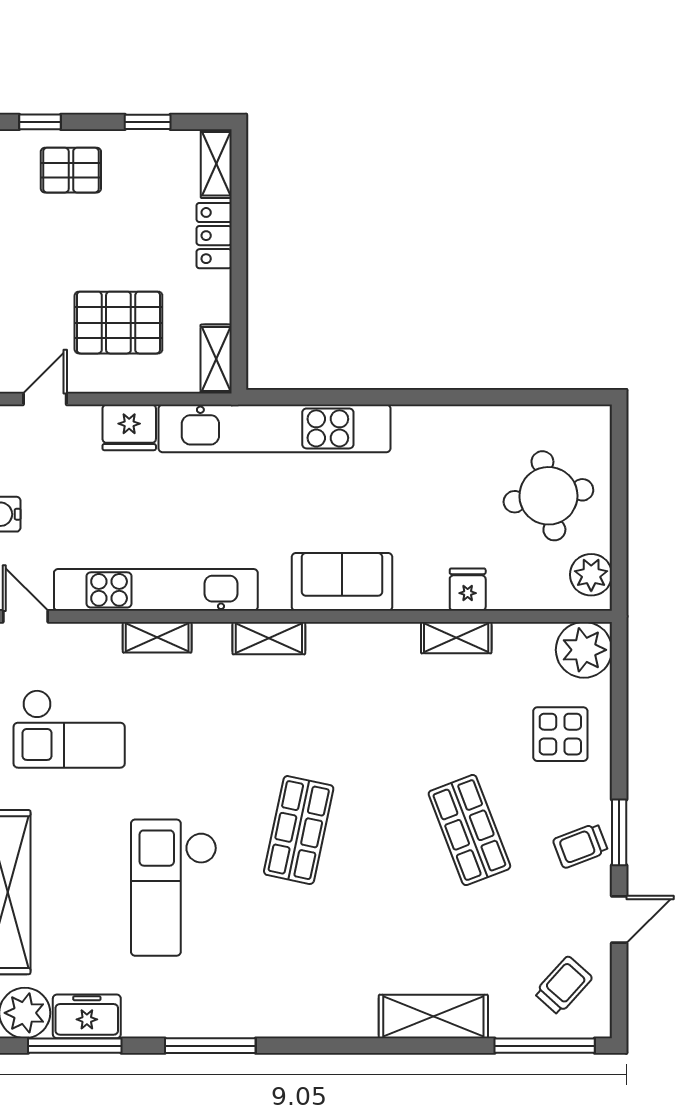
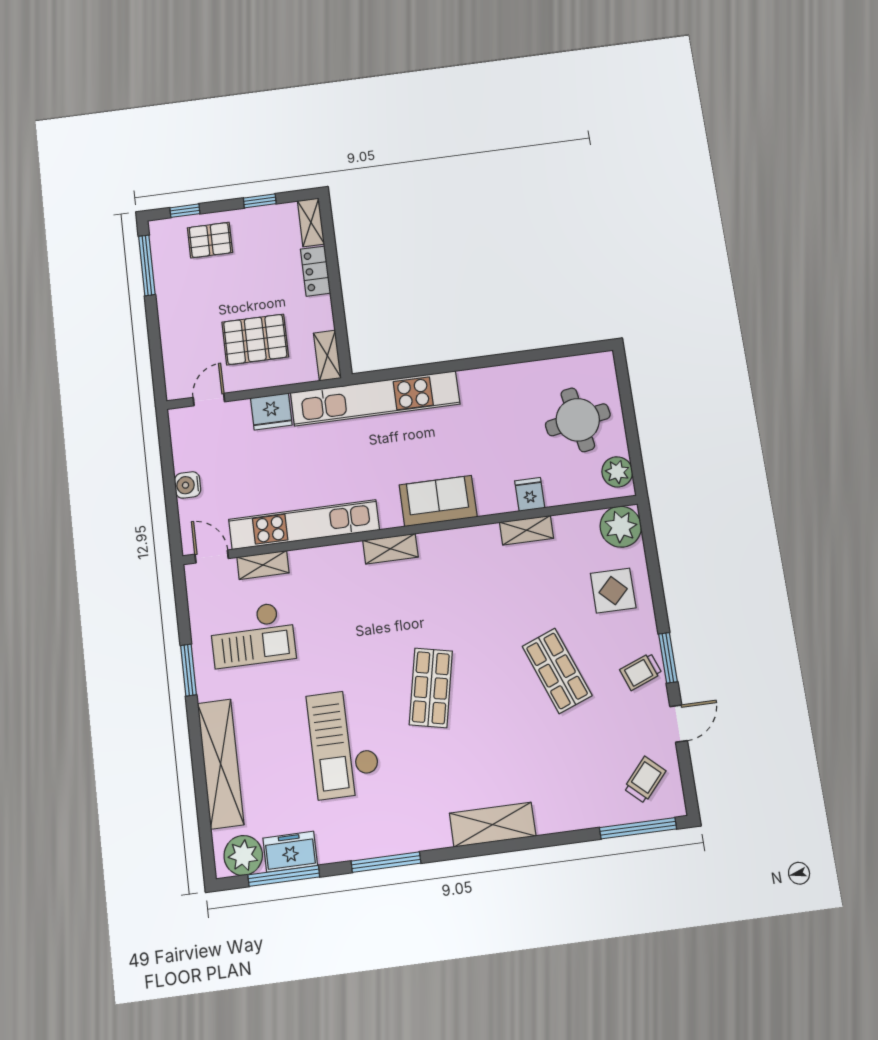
shelving: (157, 637) -> (263, 565), moved
shelving: (433, 1016) -> (493, 825), moved

